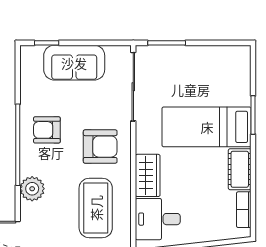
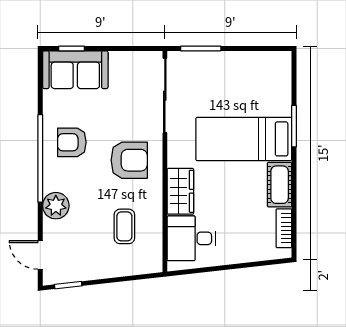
sofa: (74, 63) -> (75, 70), moved
coffee table: (96, 208) -> (124, 226), width x0.54, depth x0.58

